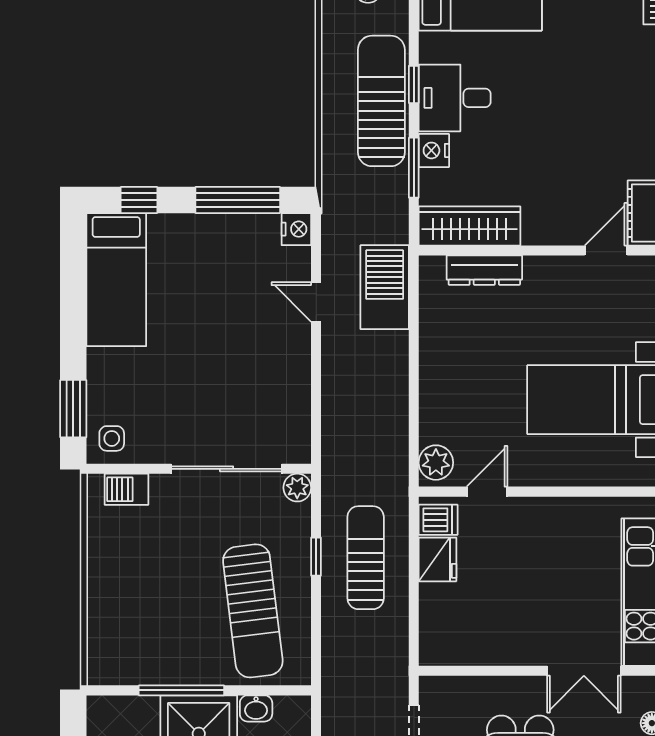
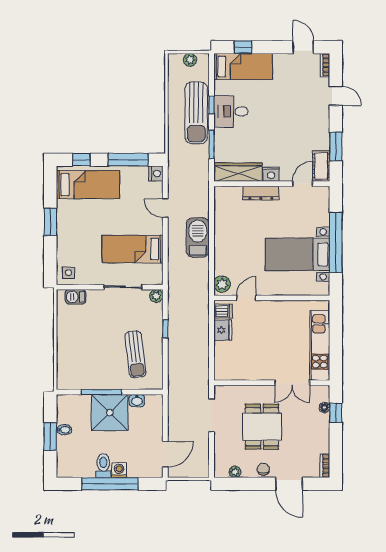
sun lounger: (381, 101) -> (196, 113), turned 180
nightstand: (434, 150) -> (271, 174), moved, turned -90
dresser: (484, 270) -> (261, 193), moved
bed: (116, 280) -> (88, 185), moved, turned -90
barbecue: (385, 287) -> (198, 237), moved
bed: (247, 389) -> (132, 249), added
window: (73, 409) -> (50, 222), moved
sliding door: (226, 469) -> (123, 287), width x0.73
sun lounger: (366, 558) -> (189, 329), removed
sun lounger: (253, 611) -> (135, 354), width x0.73, depth x0.75

